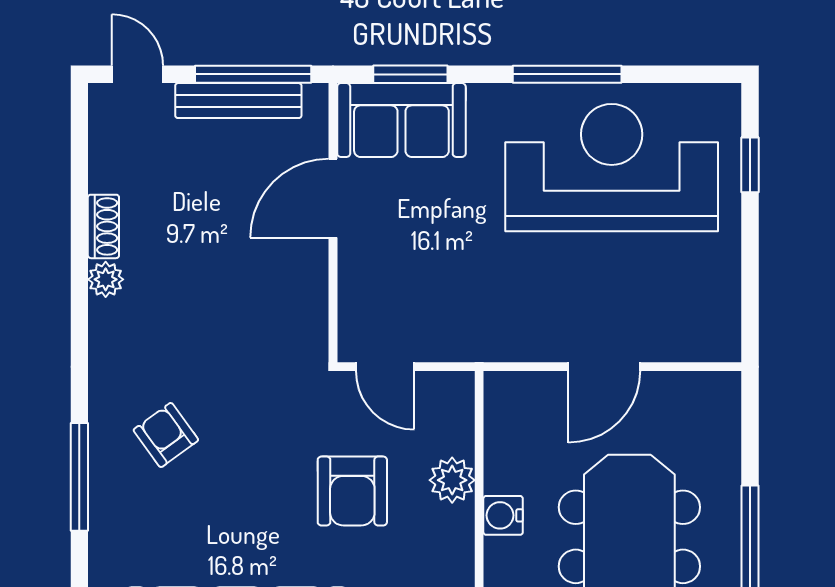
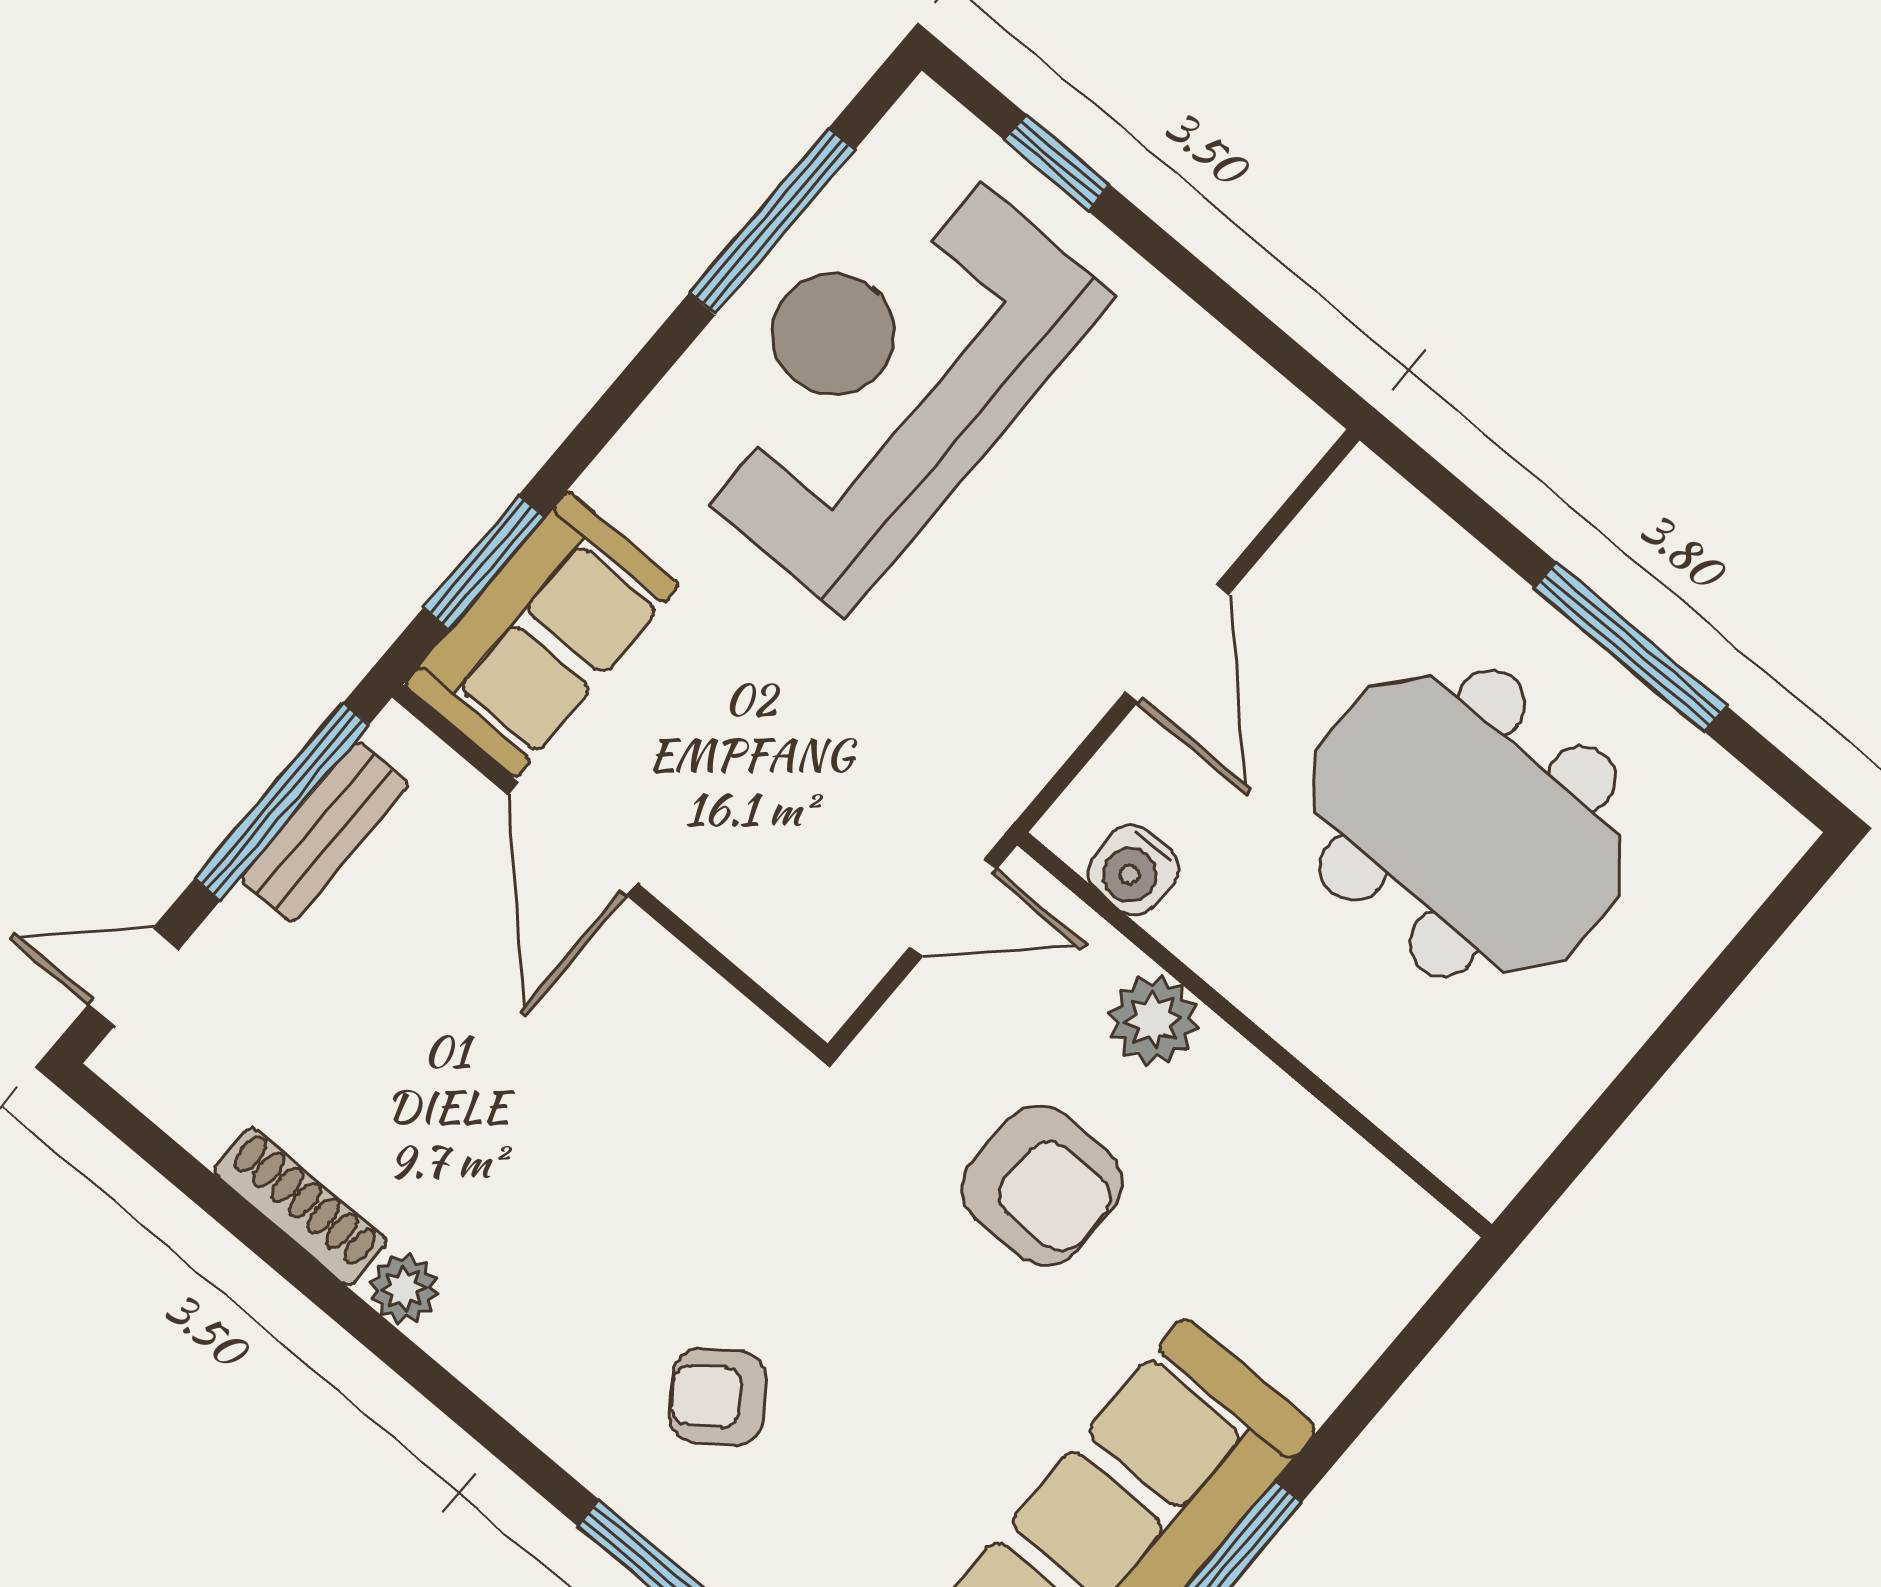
window: (567, 74) -> (772, 222), moved
bench: (238, 101) -> (324, 832), width x0.73
shoe rack: (103, 226) -> (300, 1206), width x1.43
door: (385, 367) -> (953, 908), moved
water cooler: (503, 515) -> (1133, 870), moved

